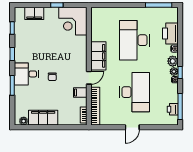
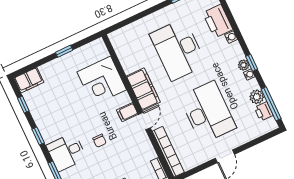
filing cabinet: (34, 13) -> (29, 80), moved
corner desk: (73, 21) -> (102, 81), moved
plant: (173, 61) -> (257, 97), moved
filing cabinet: (80, 93) -> (127, 112), moved

